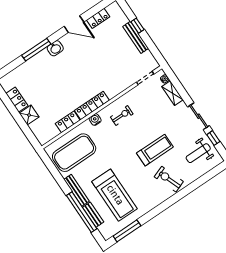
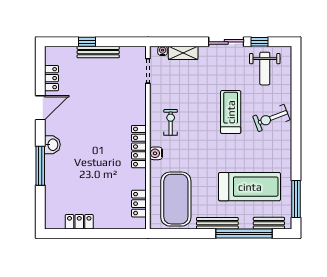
shower: (29, 115) -> (104, 220), removed
locker: (68, 122) -> (139, 204), moved
bench: (93, 215) -> (269, 223), moved

